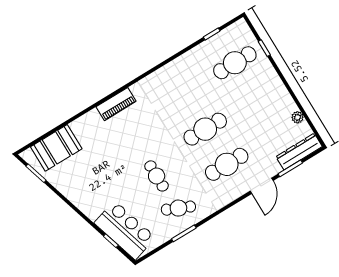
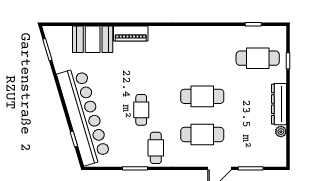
piano: (116, 104) -> (131, 34), moved
booth: (56, 148) -> (93, 39), moved
dresser: (299, 152) -> (279, 104), moved, turned -90
cafe table: (178, 208) -> (156, 148), moved, turned 66
bar counter: (125, 230) -> (84, 116), width x1.86

